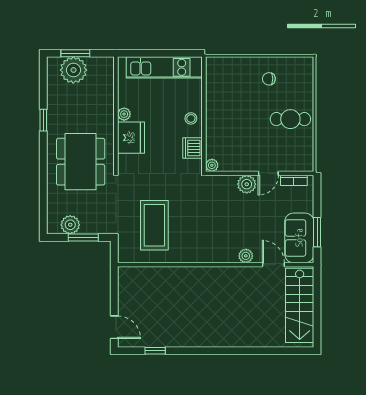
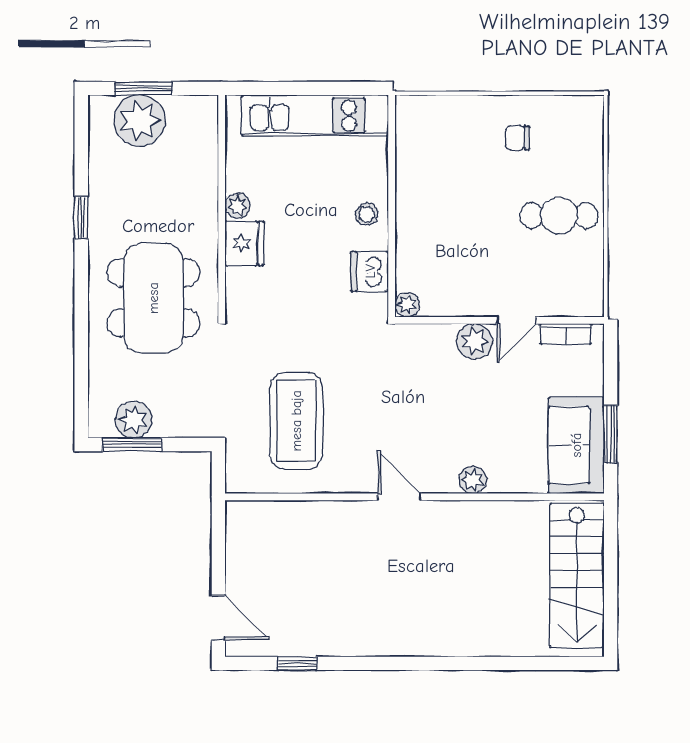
fridge: (131, 138) -> (244, 243), width x0.73, depth x0.75
window: (83, 238) -> (132, 445), moved
door: (273, 265) -> (399, 497), moved

